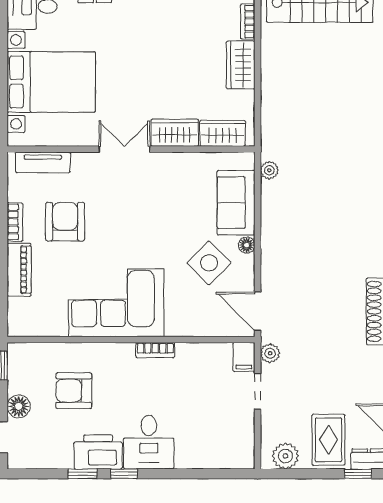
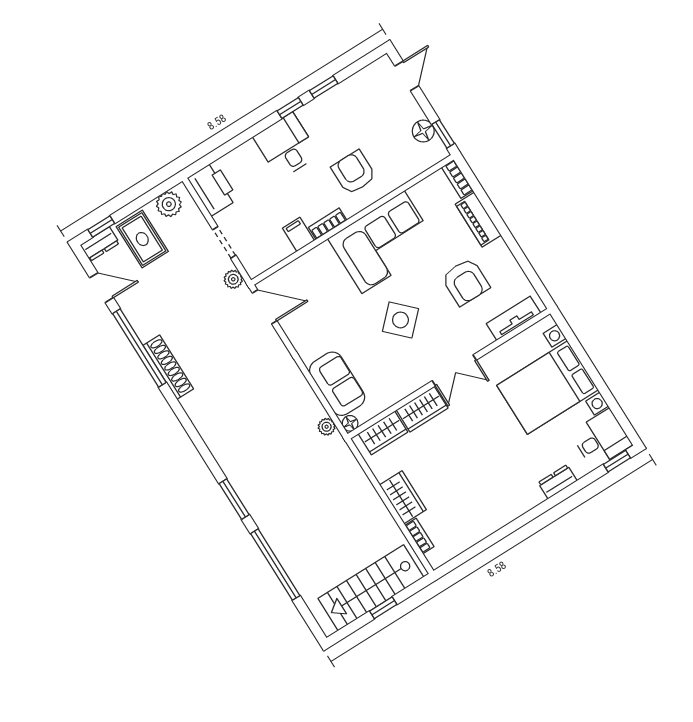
bookcase: (15, 222) -> (457, 179), moved
floor lamp: (247, 245) -> (350, 423), moved
side table: (209, 263) -> (400, 320), moved
filing cabinet: (244, 357) -> (298, 234), moved
armchair: (74, 391) -> (354, 172), moved, turned -90
floor lamp: (19, 406) -> (423, 131), moved
printer: (98, 452) -> (213, 189), moved, turned -90

